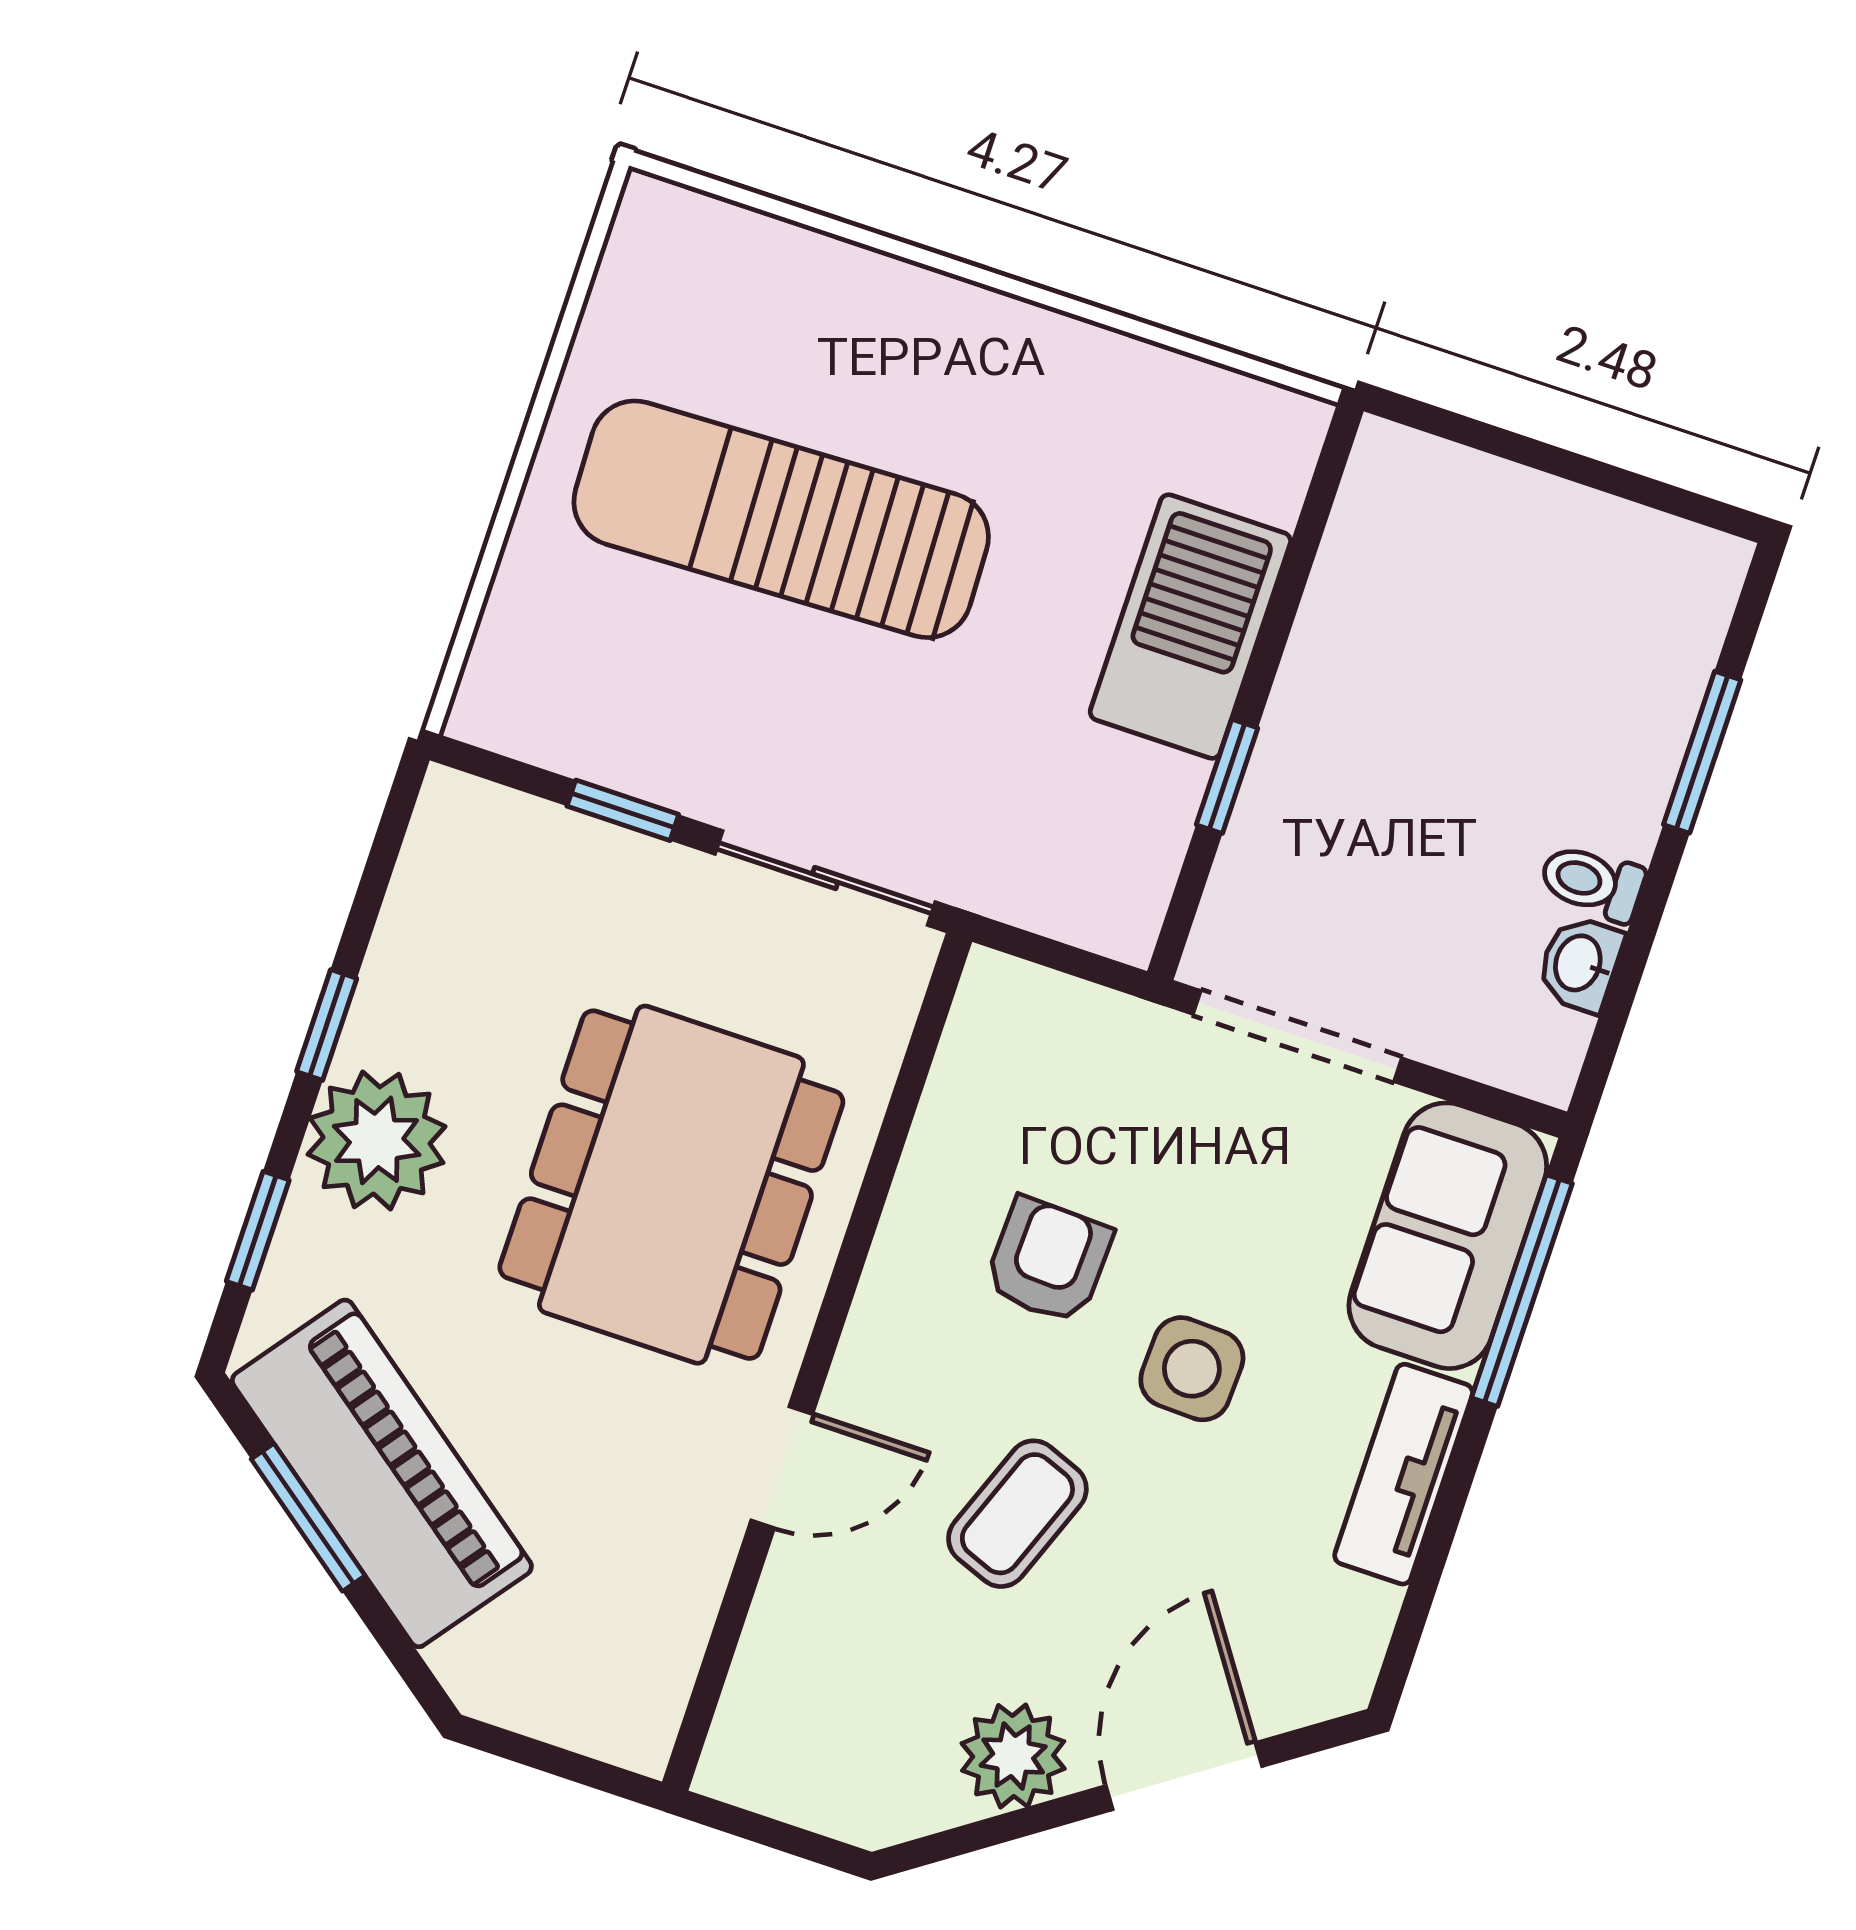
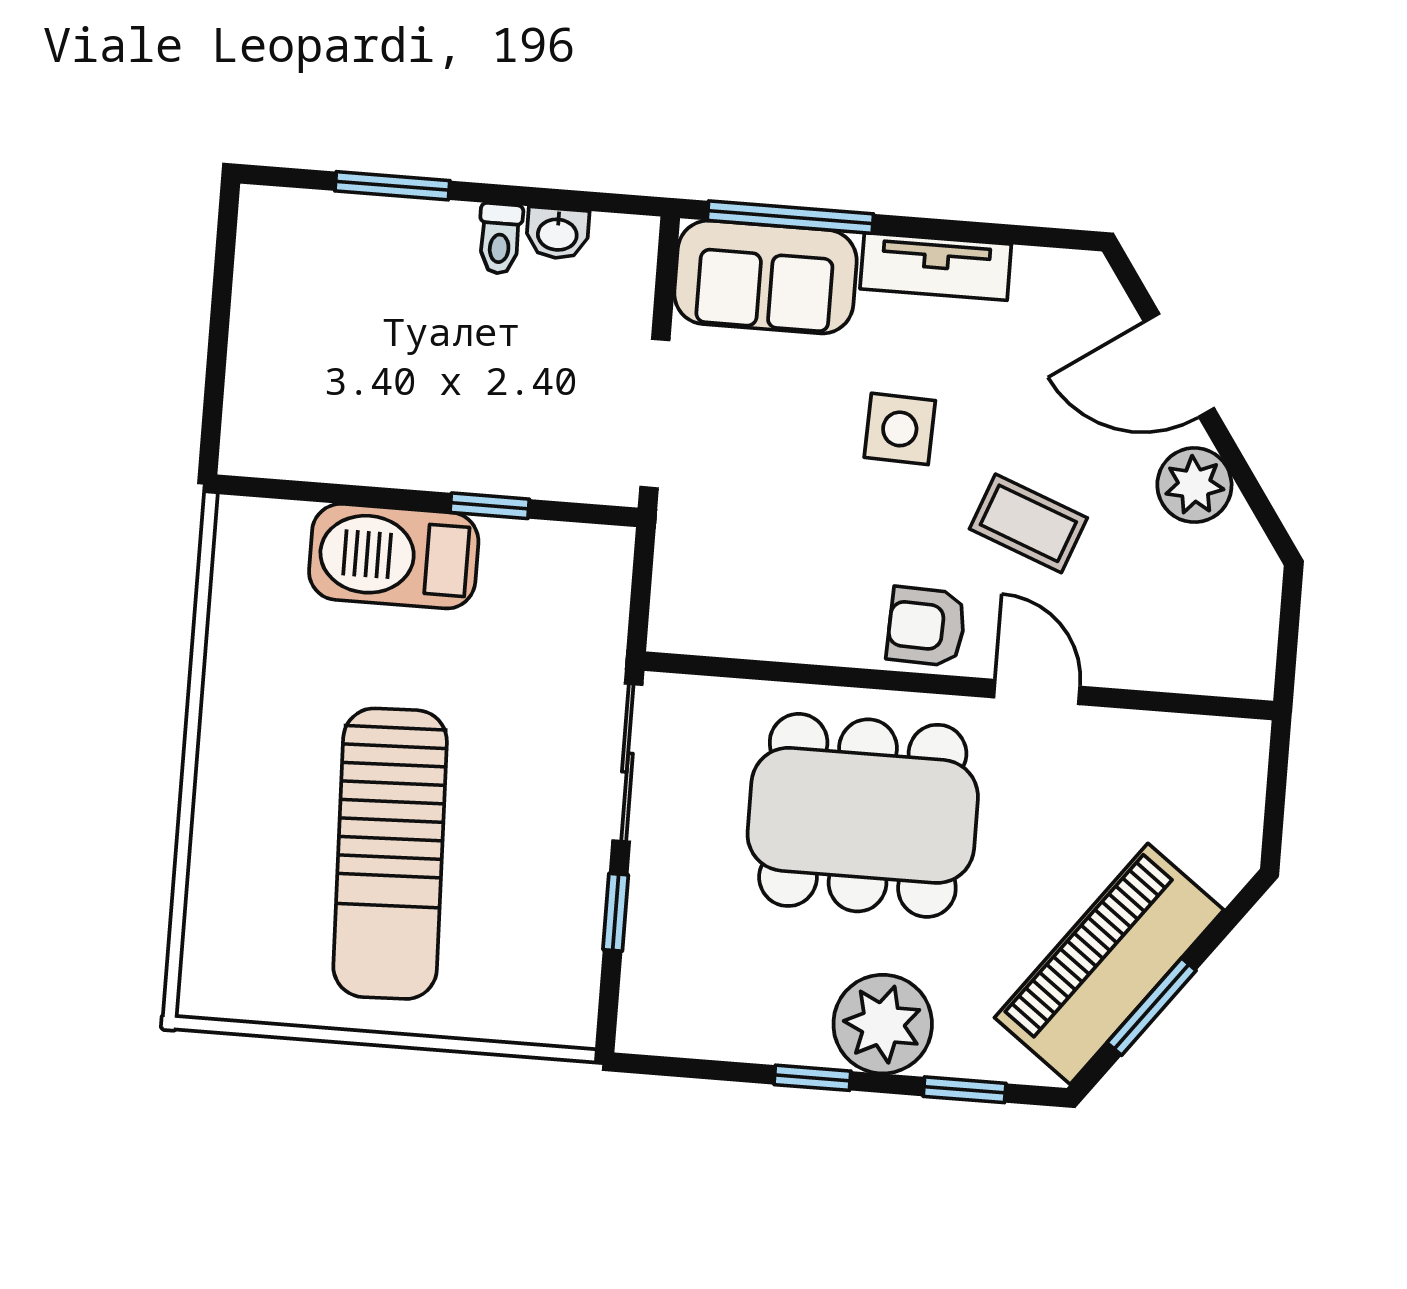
armchair: (1048, 1260) -> (926, 627), moved

